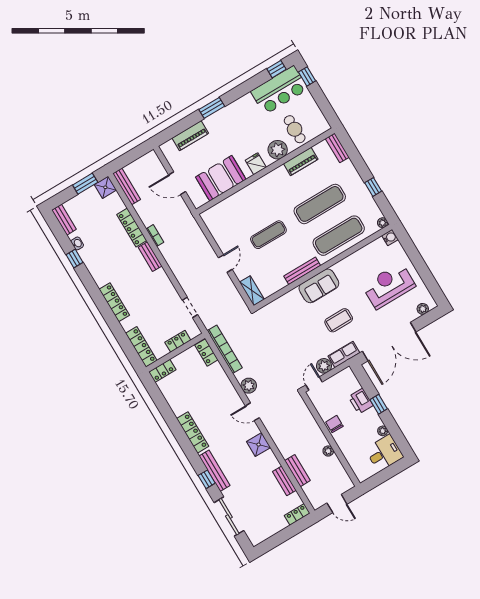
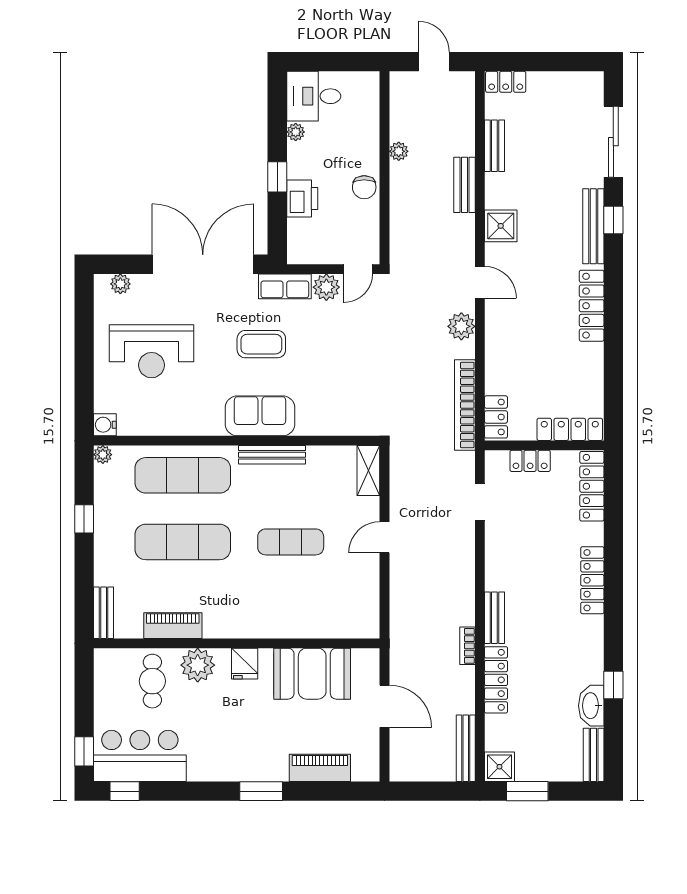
washbasin: (77, 243) -> (591, 706), width x1.91, depth x1.45
locker: (162, 371) -> (570, 429), width x1.53
bench: (297, 471) -> (464, 185), moved

